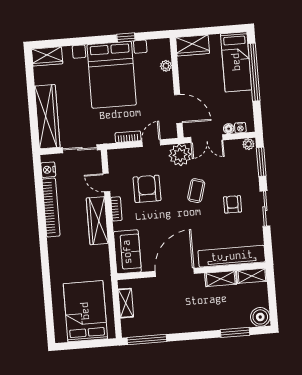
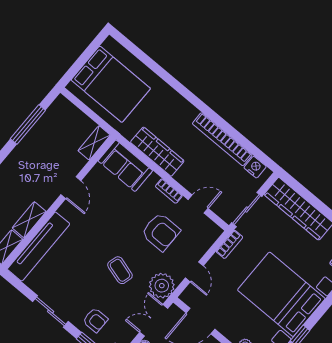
bookcase: (128, 137) -> (229, 244), moved
armchair: (233, 204) -> (95, 320), moved
wardrobe: (97, 221) -> (157, 152), moved
door: (175, 272) -> (71, 188), width x0.53
shelving: (126, 303) -> (94, 143), moved, turned 90
window: (147, 339) -> (28, 125), moved

